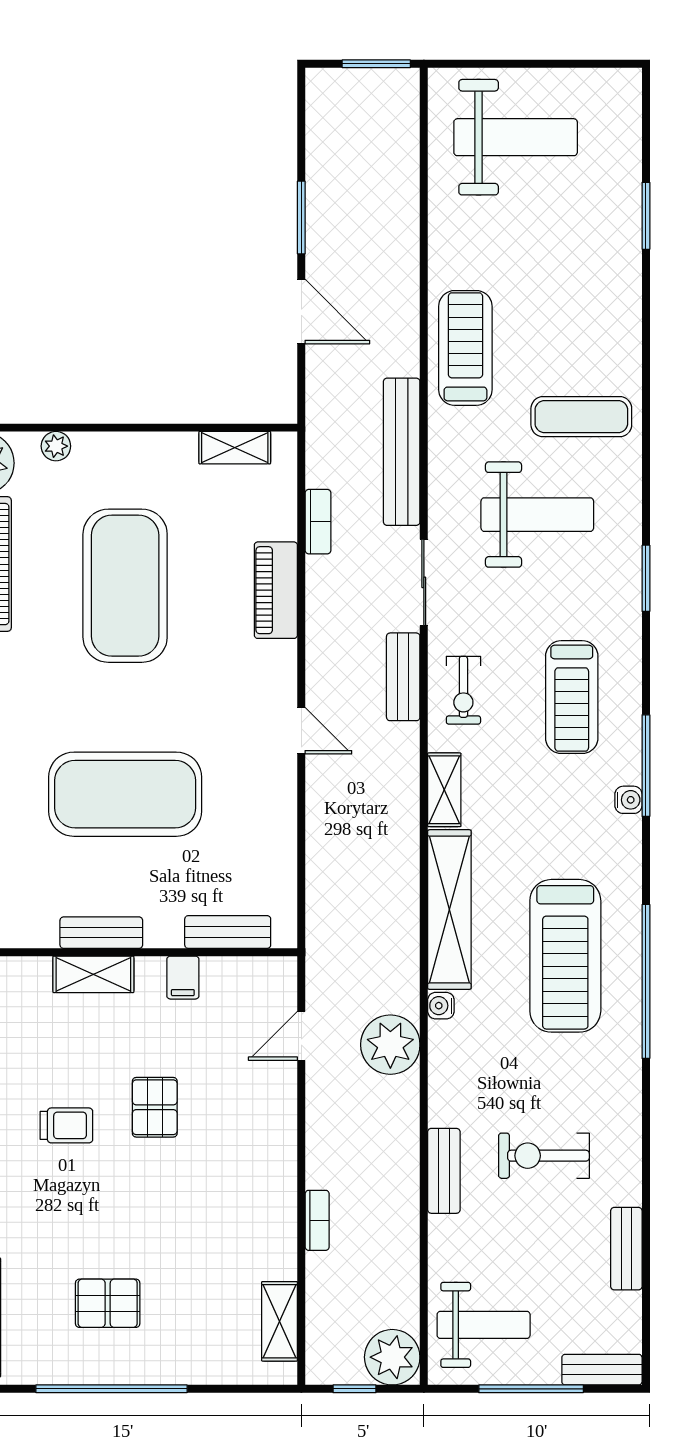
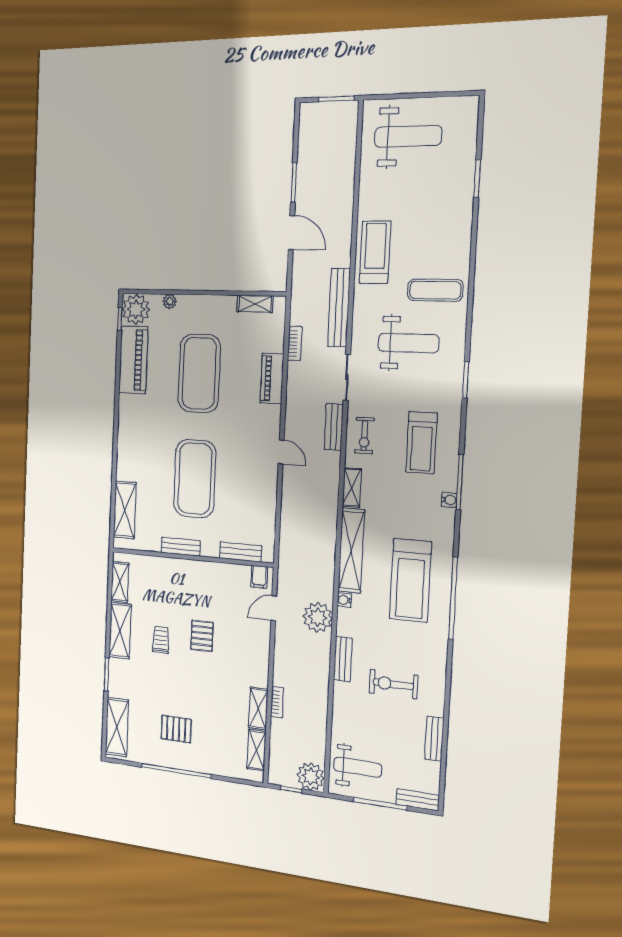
exercise mat: (125, 794) -> (195, 479), turned 90
shelving: (93, 974) -> (258, 708), moved, turned 90
filing cabinet: (183, 978) -> (259, 577), moved
trolley: (66, 1125) -> (161, 640), turned -90
bench: (444, 1171) -> (343, 659), moved

